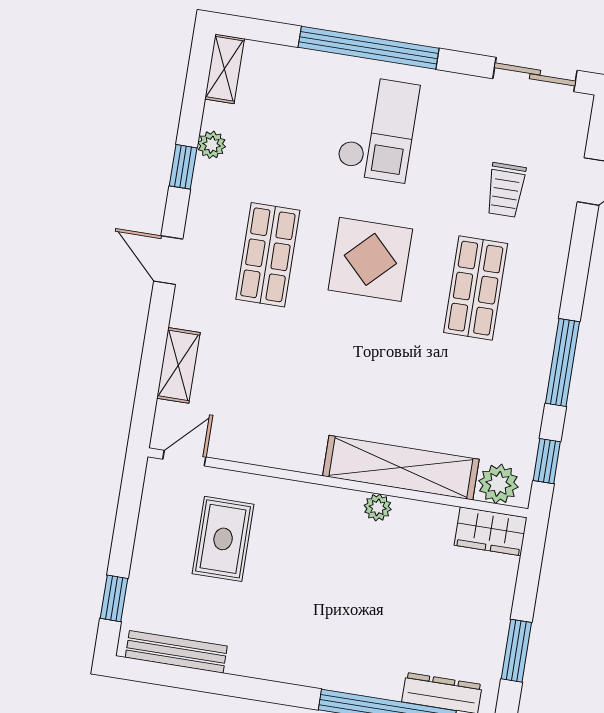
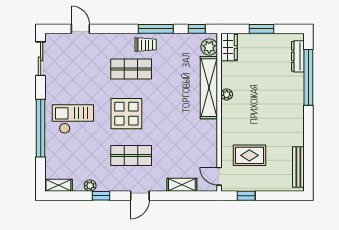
trolley: (506, 190) -> (146, 45), moved
window: (114, 598) -> (246, 196), moved
window: (516, 651) -> (261, 29), moved

